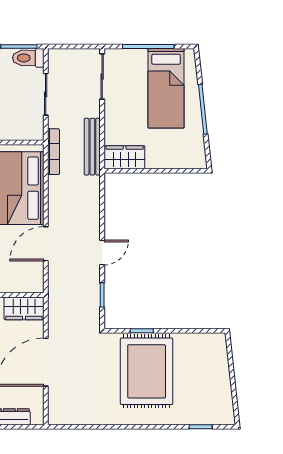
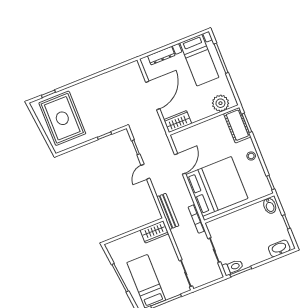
bench: (92, 147) -> (168, 211), moved
rug: (147, 371) -> (62, 118), moved

